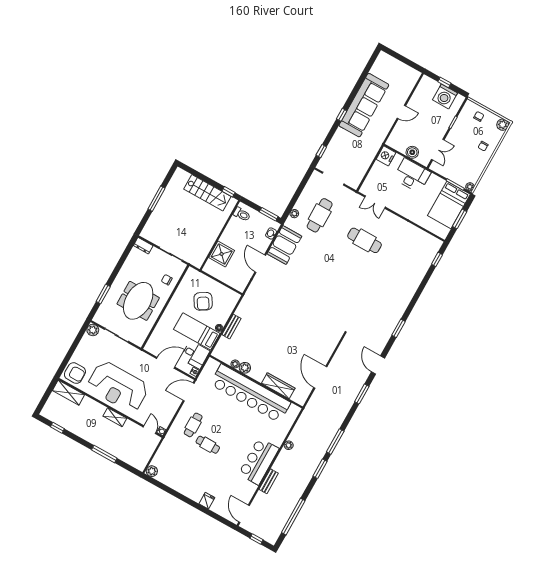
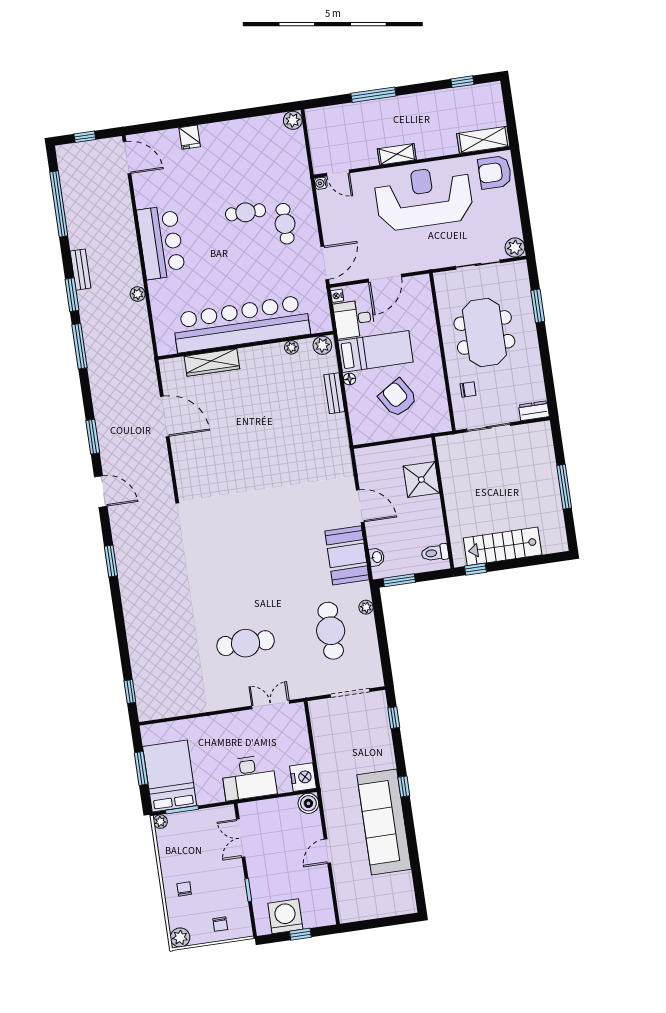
boiler: (412, 152) -> (308, 803), moved
plant: (245, 368) -> (322, 345), moved
bench: (269, 481) -> (81, 270), moved

